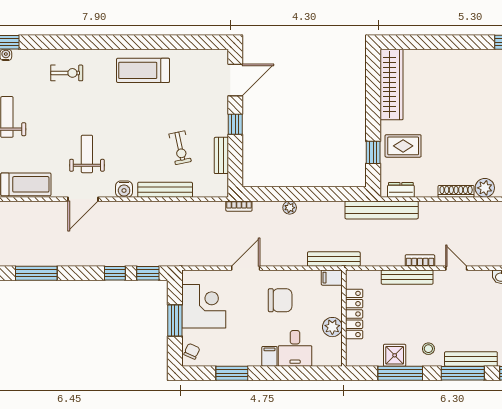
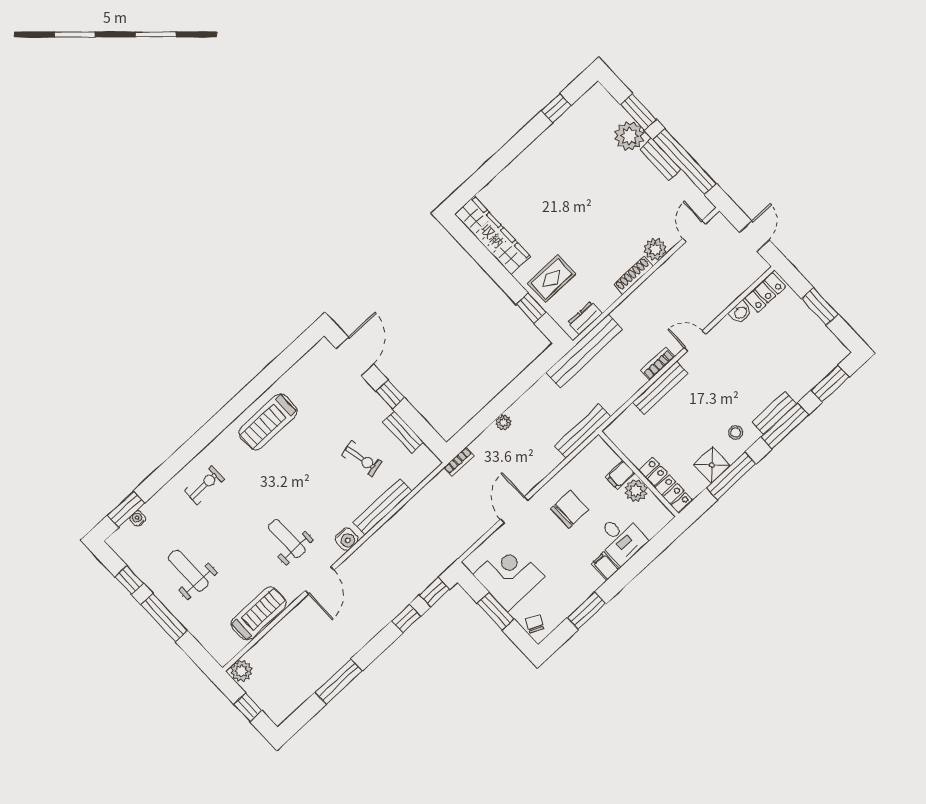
filing cabinet: (332, 278) -> (620, 475), moved
locker: (354, 314) -> (665, 485), moved
bench: (471, 359) -> (774, 413), width x0.73

